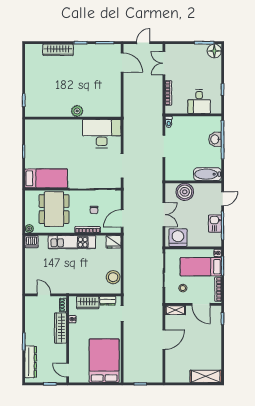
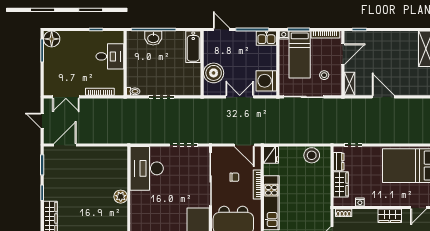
kitchen sink: (215, 224) -> (266, 38), moved
wardrobe: (60, 328) -> (390, 216), moved, width x0.67

